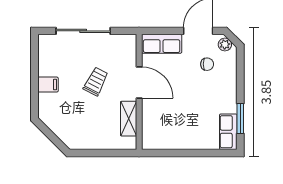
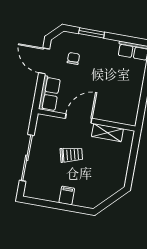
plant: (225, 45) -> (60, 40), removed
trolley: (96, 82) -> (71, 155), turned 139
window: (240, 119) -> (92, 33), moved

